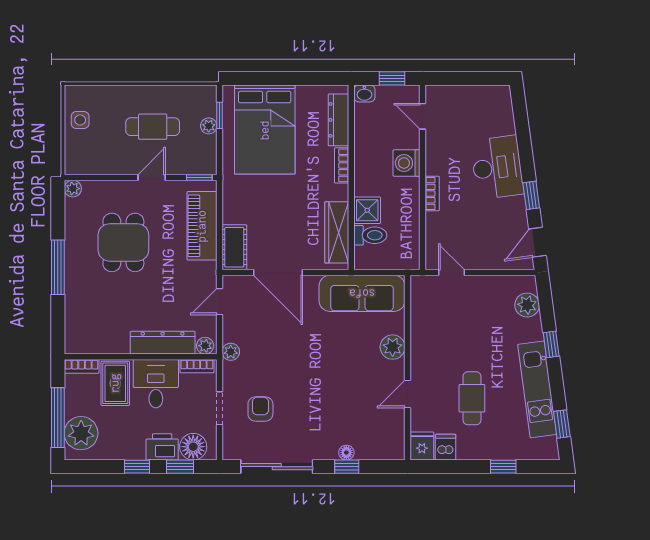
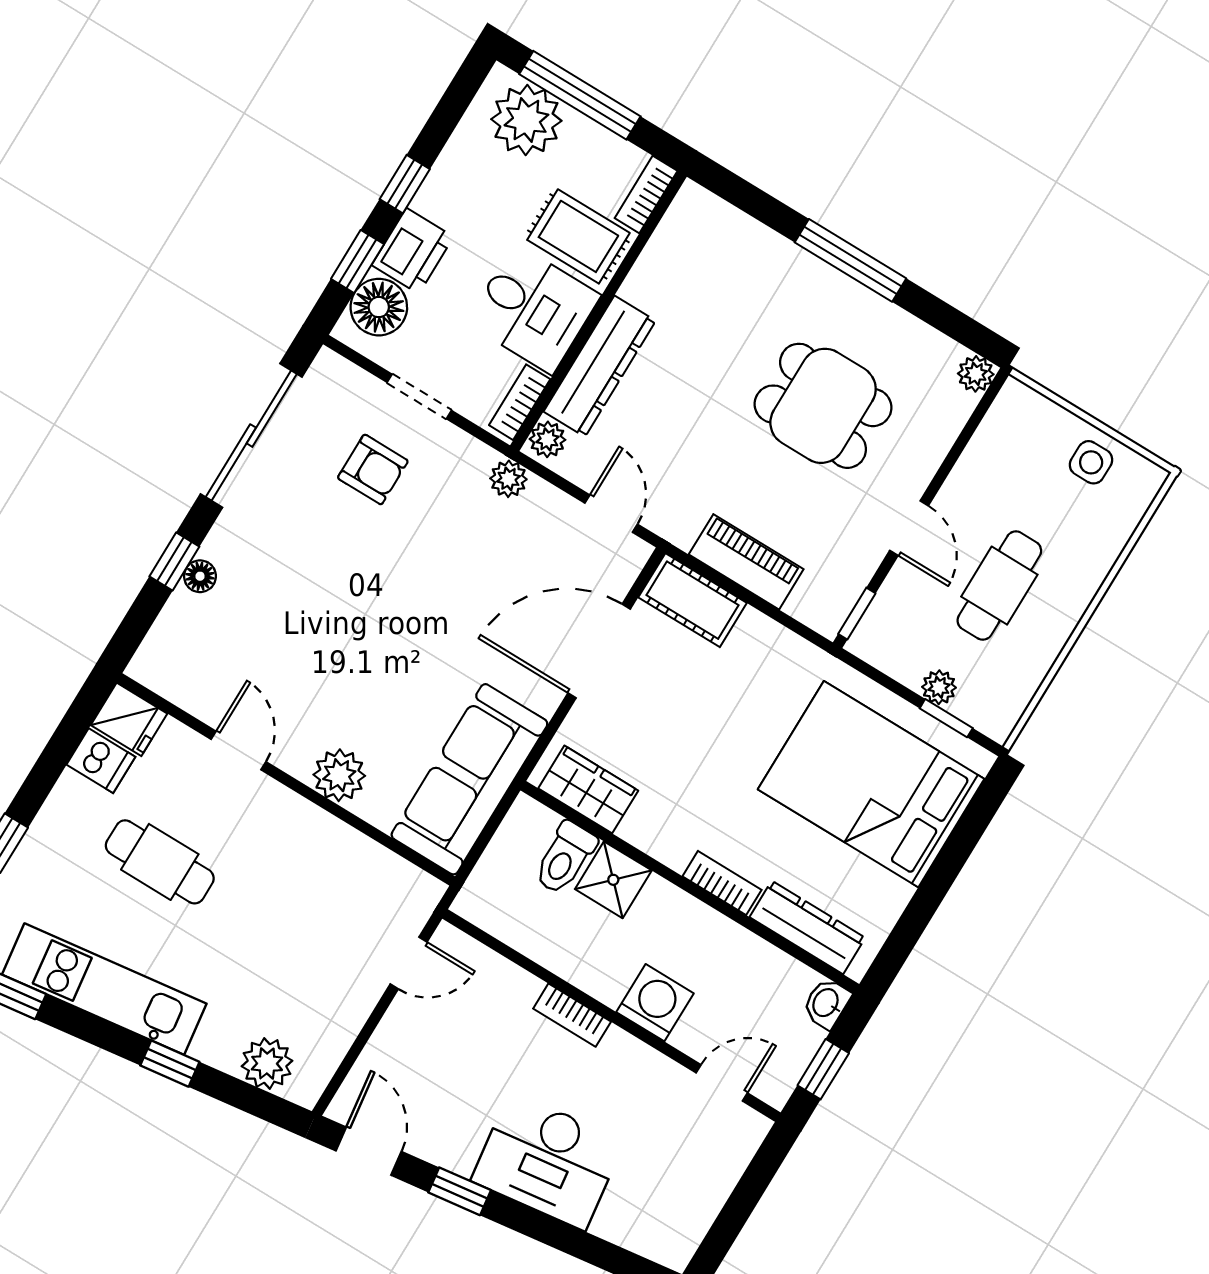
piano: (202, 226) -> (746, 562), width x0.73, depth x0.75
wardrobe: (337, 232) -> (588, 789), width x0.67

